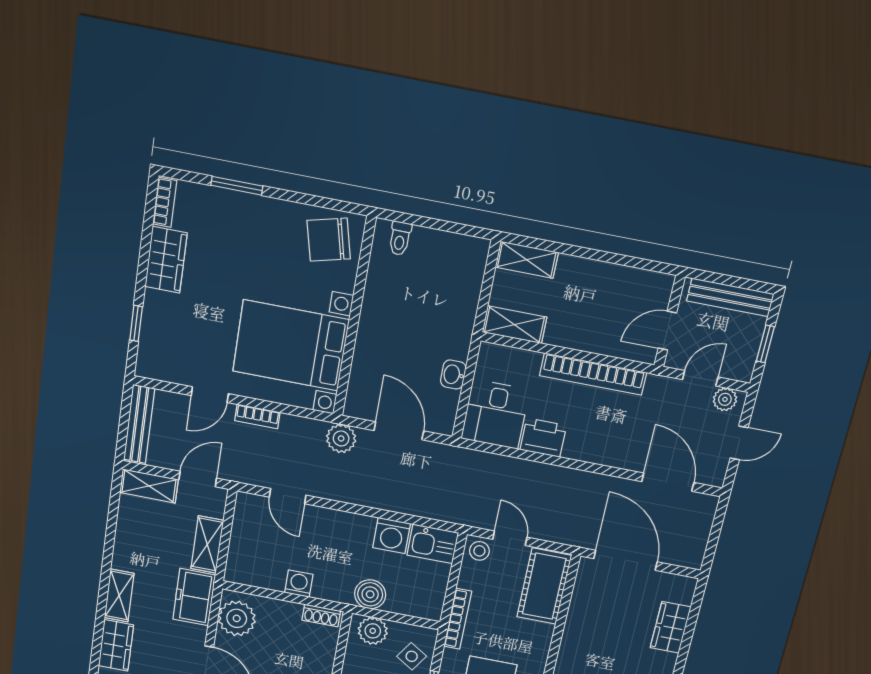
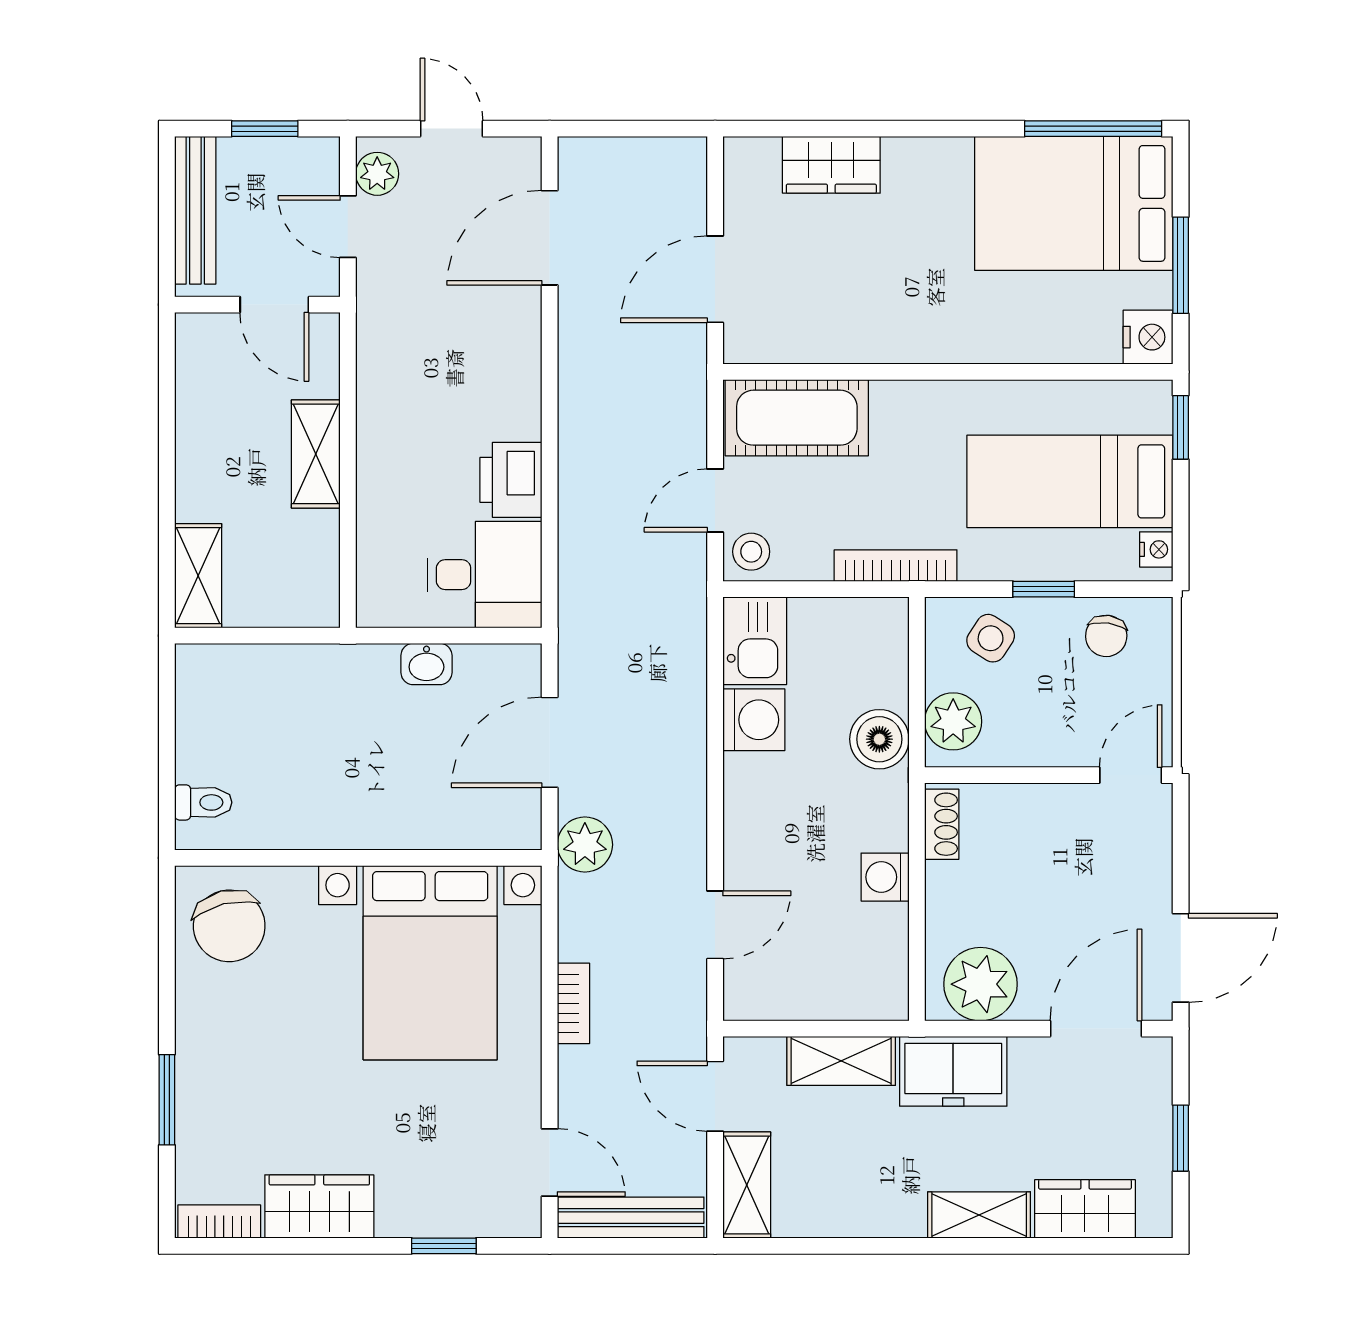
shelving: (514, 325) -> (316, 454), moved
bookcase: (593, 374) -> (377, 417), removed
door: (210, 395) -> (550, 1163), moved
door: (625, 560) -> (715, 279), width x0.73

